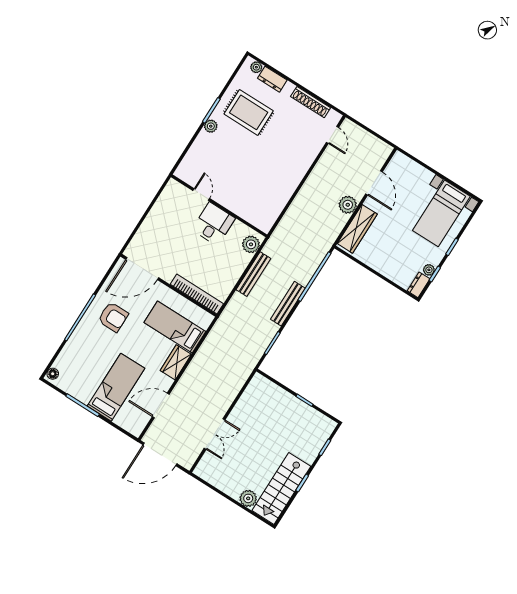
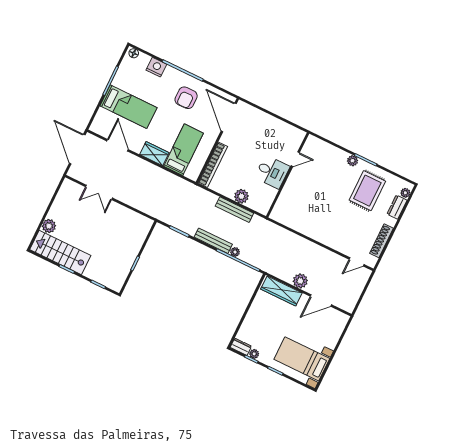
plant: (251, 244) -> (241, 196), moved
plant: (304, 279) -> (235, 252), added
nightstand: (72, 348) -> (156, 67), added

